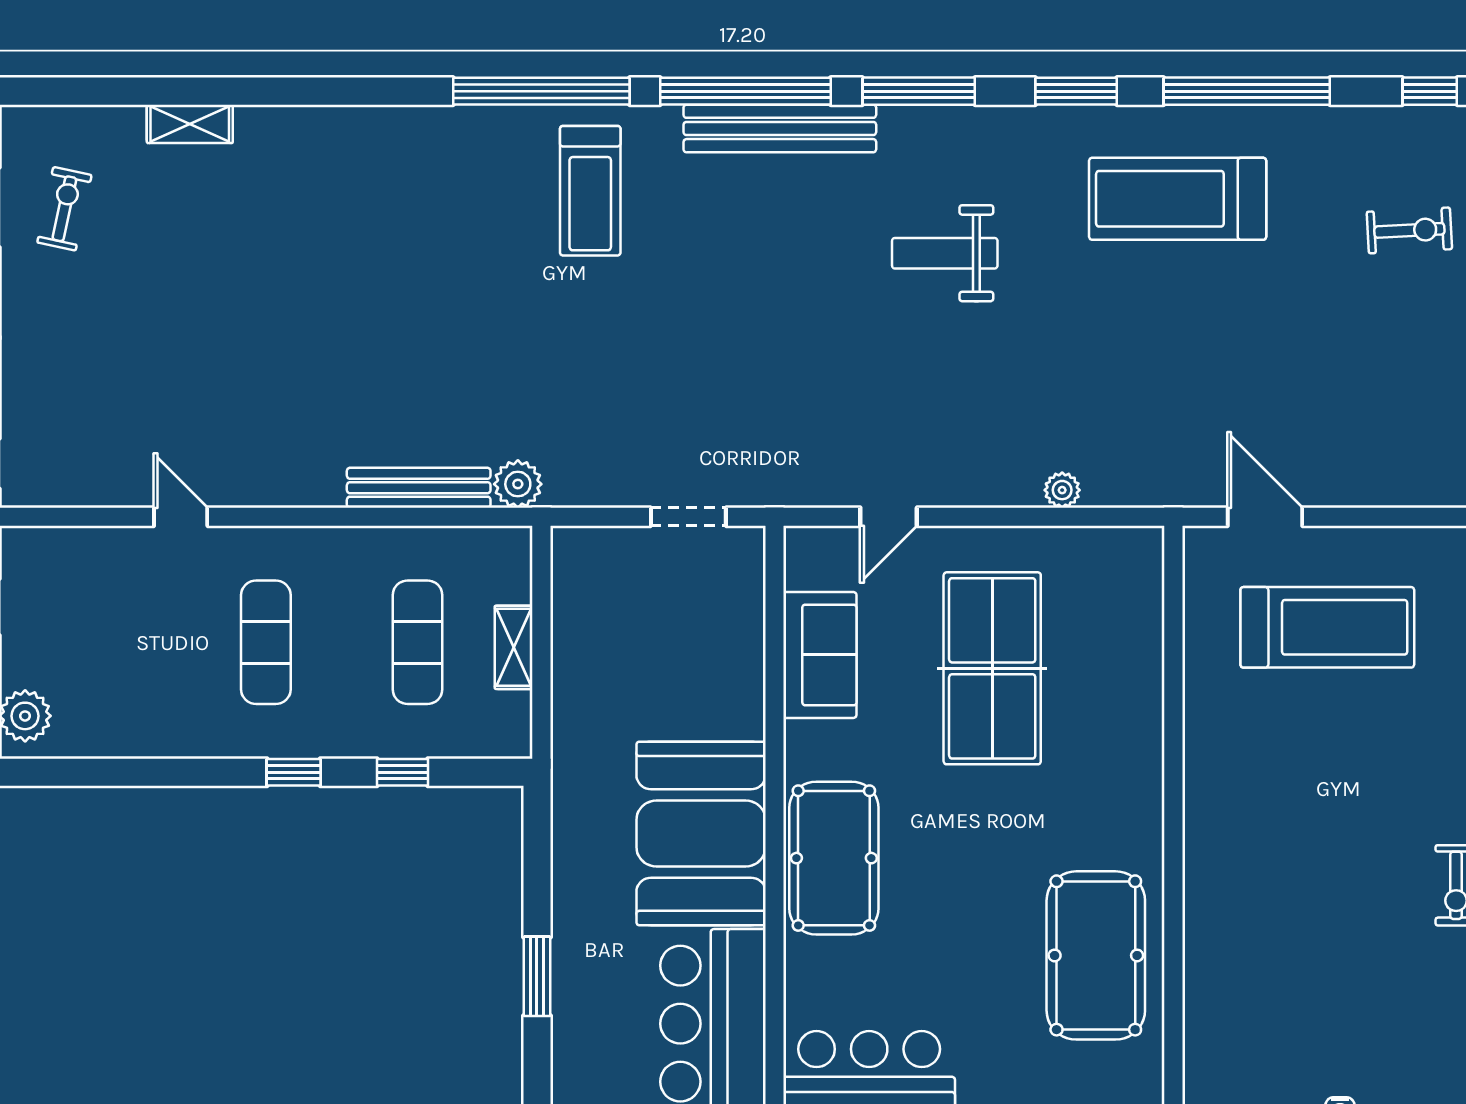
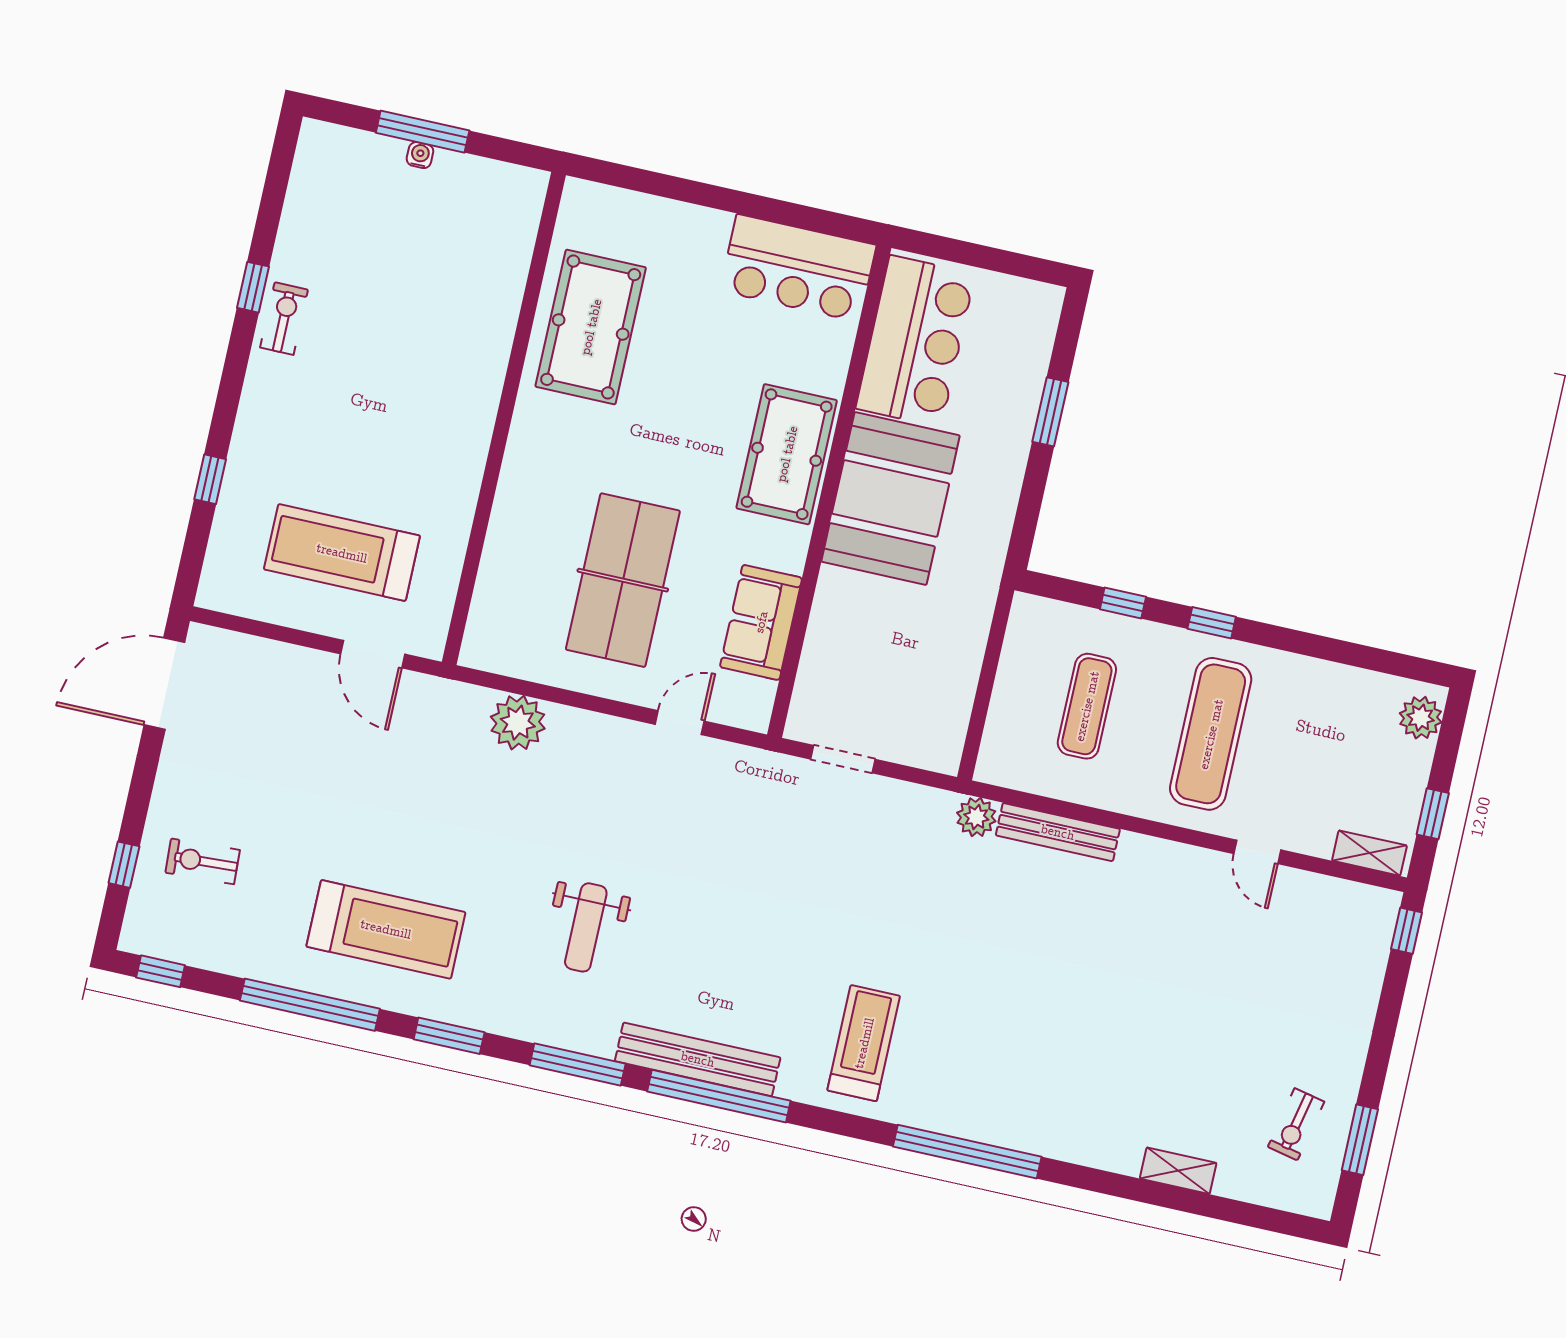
window: (541, 91) -> (967, 1152), moved
weight bench: (945, 253) -> (586, 927), turned 90
plant: (1062, 490) -> (518, 723), width x1.87, depth x1.87
exercise mat: (266, 642) -> (1211, 734), width x1.36, depth x1.45
shelving: (514, 647) -> (1369, 853), moved, turned 90

